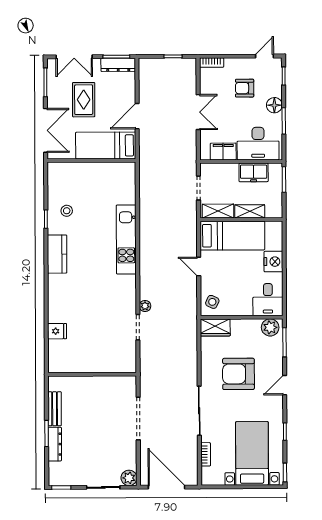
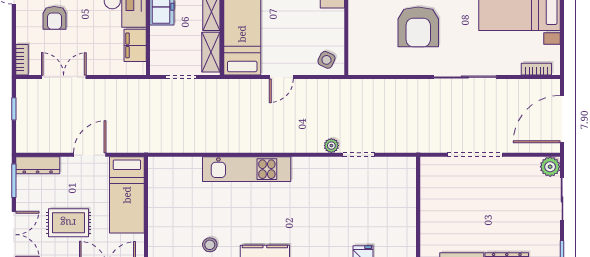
dresser: (118, 65) -> (38, 165), moved, turned 90
double door: (198, 112) -> (64, 77), moved
door: (137, 116) -> (90, 155), swing flipped
wardrobe: (215, 328) -> (359, 56), removed
bookcase: (206, 454) -> (536, 69), moved

